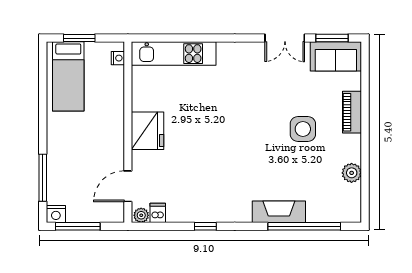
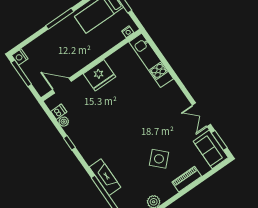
side table: (303, 129) -> (159, 159), turned 45
window: (43, 178) -> (60, 19), moved
plant: (141, 215) -> (64, 122), moved

